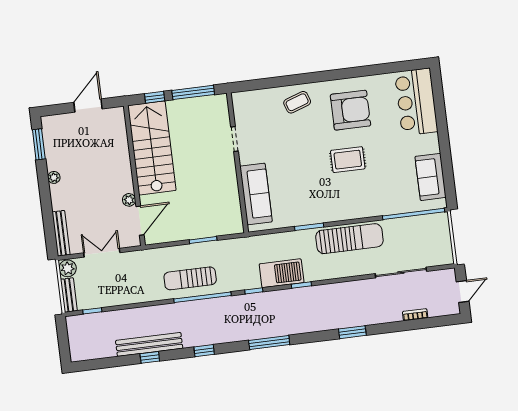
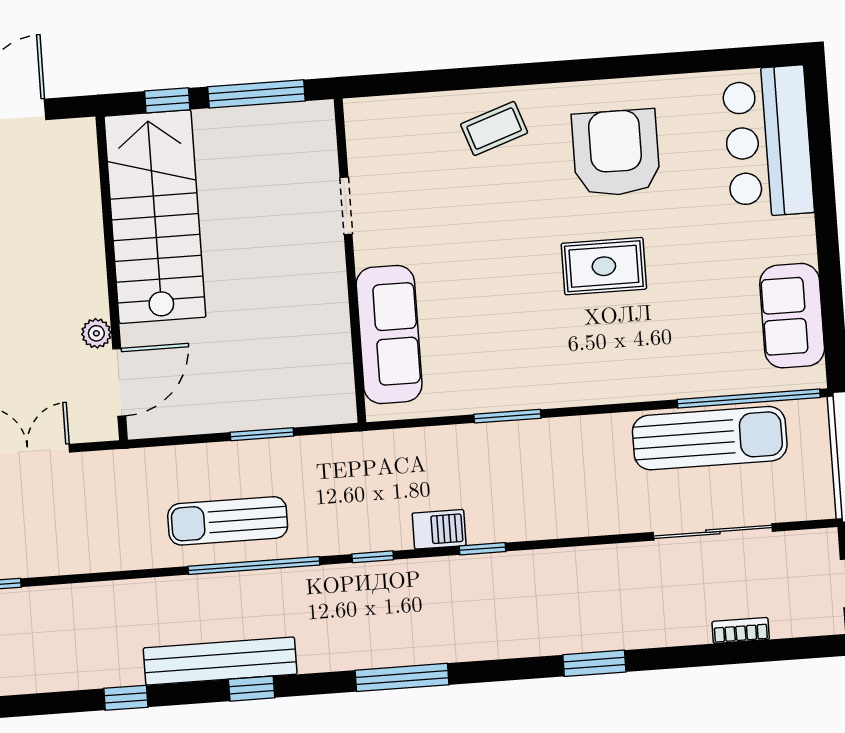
armchair: (350, 110) -> (616, 153), turned -90
sun lounger: (349, 239) -> (710, 438), moved
barbecue: (282, 273) -> (439, 529), width x0.53, depth x0.65
bench: (149, 344) -> (220, 661), moved

